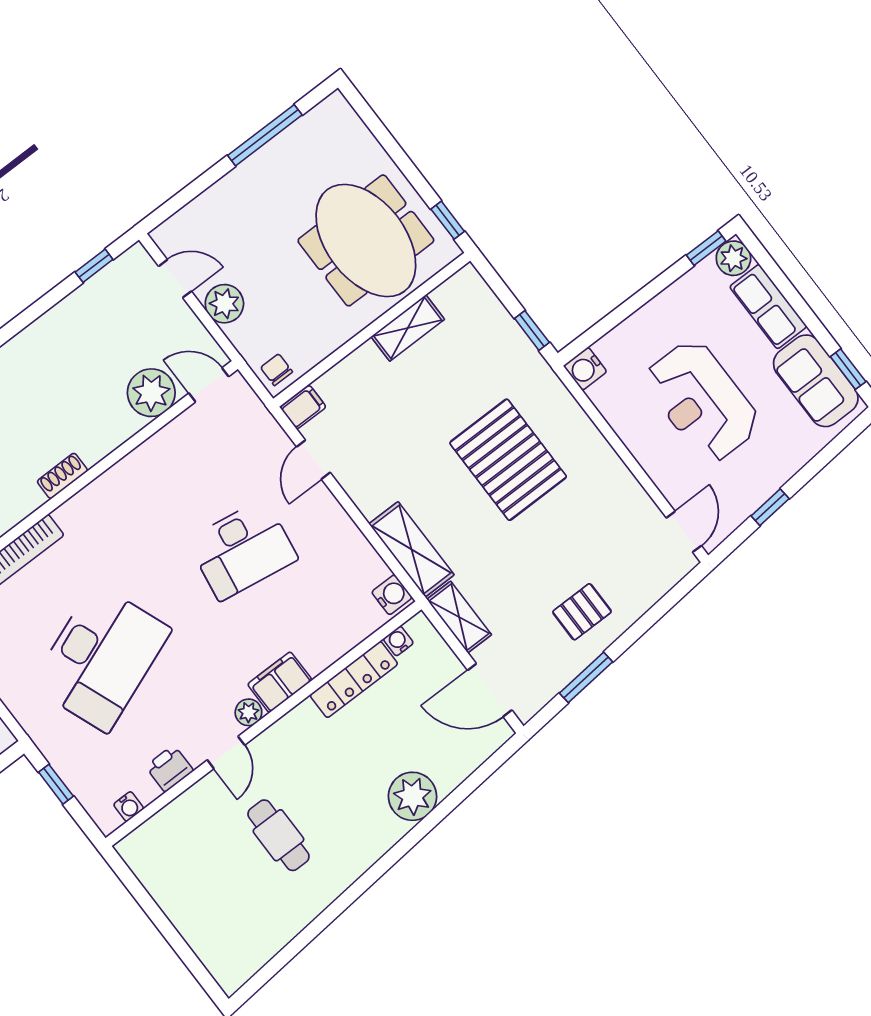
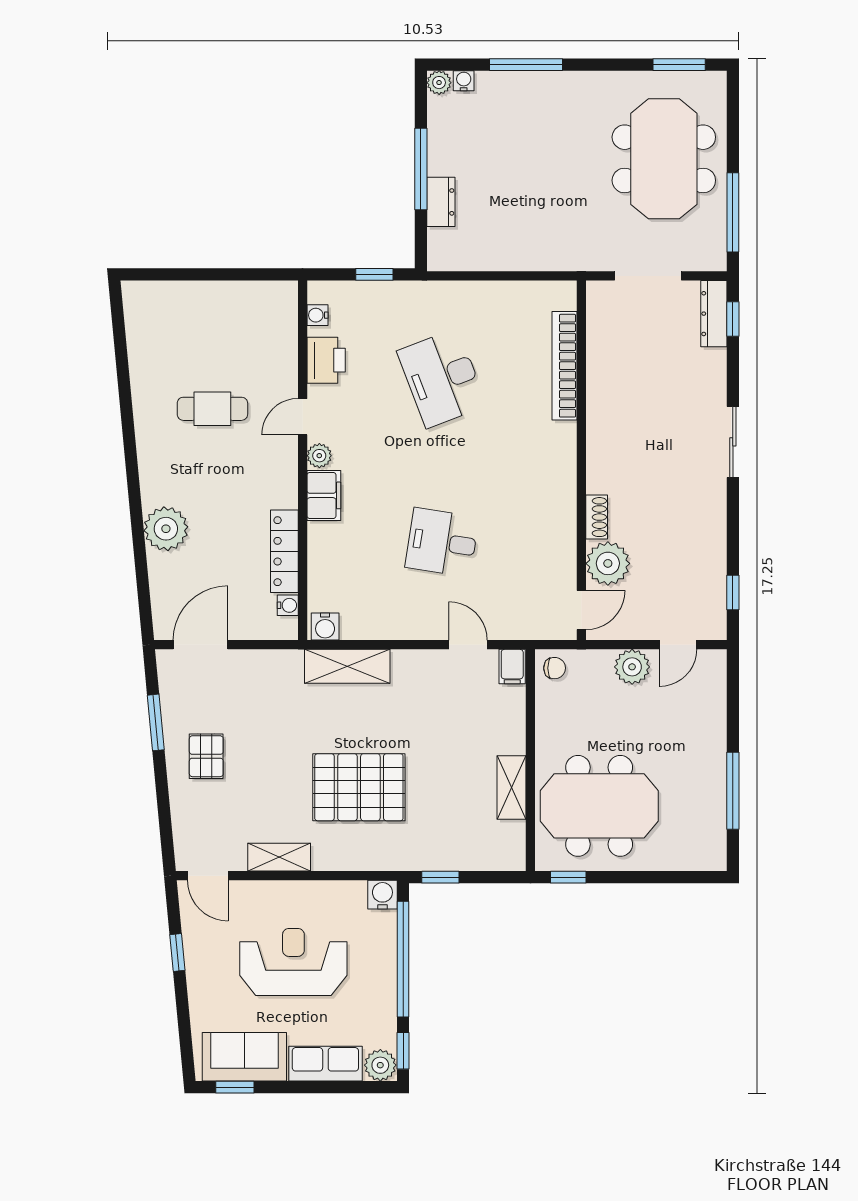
window: (627, 308) -> (403, 959), added
shoe rack: (62, 476) -> (597, 517), moved
desk: (242, 550) -> (442, 542), width x0.73
shelving: (459, 617) -> (279, 857), moved
desk: (101, 658) -> (442, 378), width x0.73, depth x0.77
door: (226, 752) -> (303, 417), hinge flipped
printer: (169, 768) -> (326, 360), width x1.36, depth x1.24

